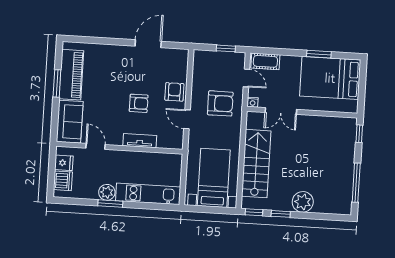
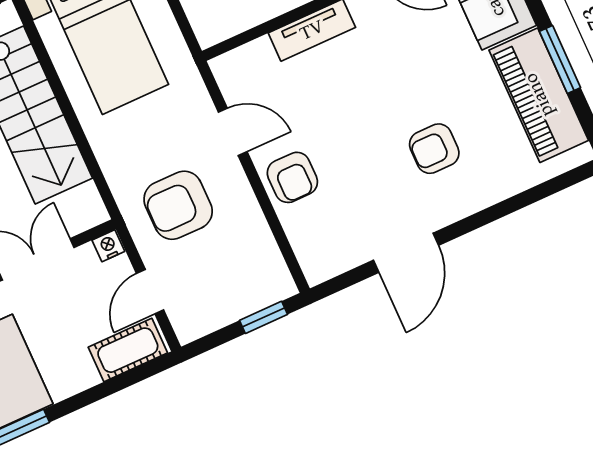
window: (226, 48) -> (263, 317), moved
door: (246, 78) -> (150, 292), hinge flipped
armchair: (139, 103) -> (434, 149), moved

